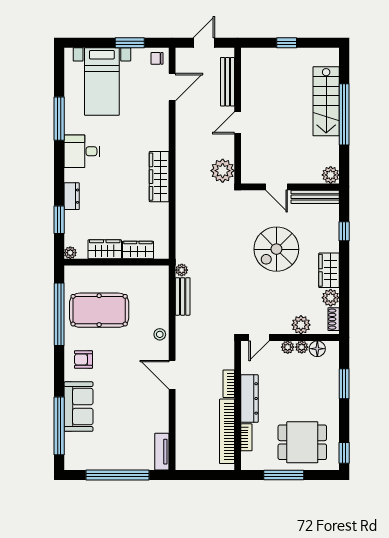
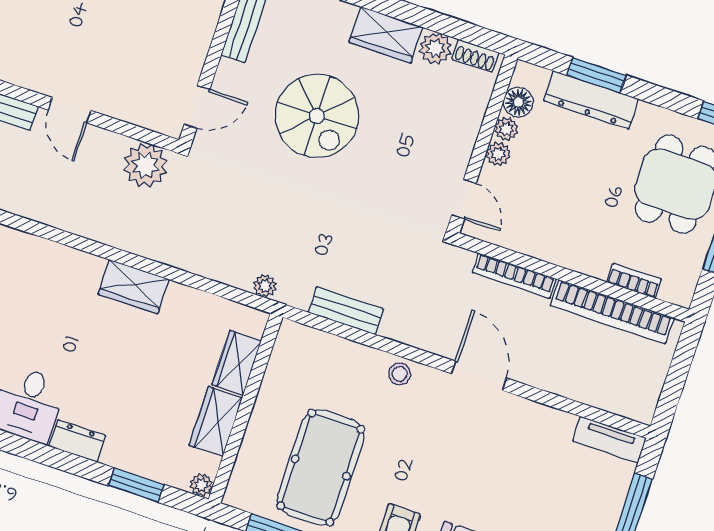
wardrobe: (159, 177) -> (134, 287), width x0.67
door: (277, 187) -> (197, 107), moved
dresser: (72, 196) -> (77, 441), moved
plant: (182, 270) -> (265, 286), moved
plant: (301, 325) -> (466, 117), removed
door: (172, 375) -> (479, 376), swing flipped
bookcase: (229, 384) -> (514, 276), width x1.56
dresser: (249, 398) -> (591, 100), moved, turned 180

